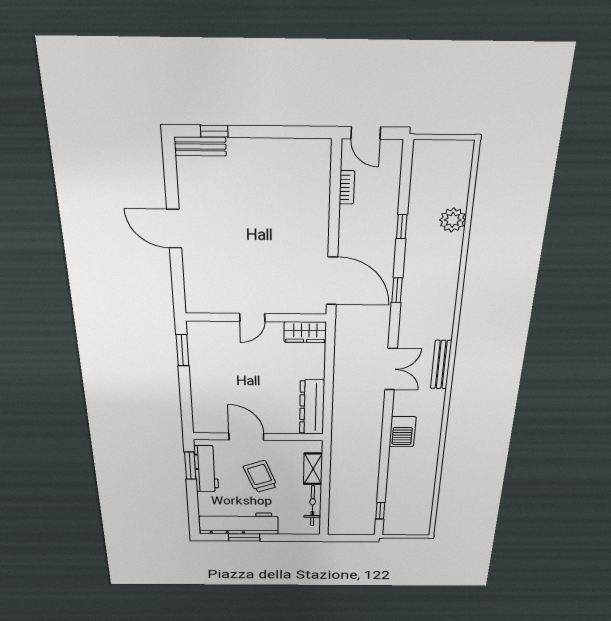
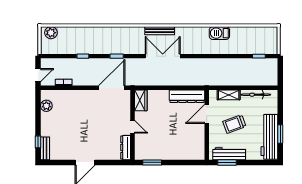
plant: (296, 150) -> (46, 106), added
plant: (453, 220) -> (51, 33), moved
dresser: (210, 305) -> (126, 148), added
double door: (391, 369) -> (163, 56), width x1.37
barbecue: (403, 432) -> (219, 33), moved, turned 180
door: (246, 437) -> (207, 114), moved

